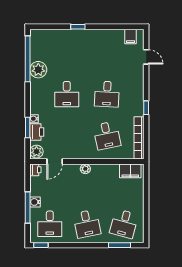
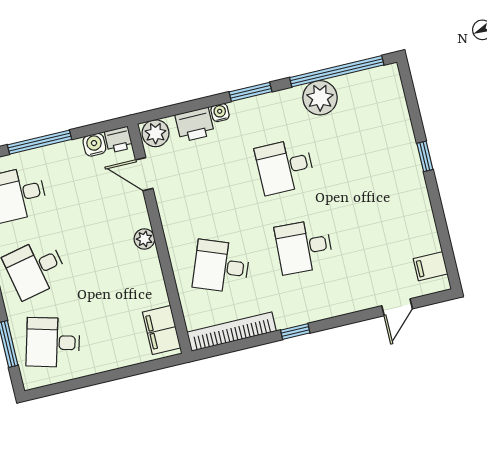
window: (28, 128) -> (251, 92), moved
desk: (107, 135) -> (221, 266), turned 33
water cooler: (35, 202) -> (94, 145), moved

